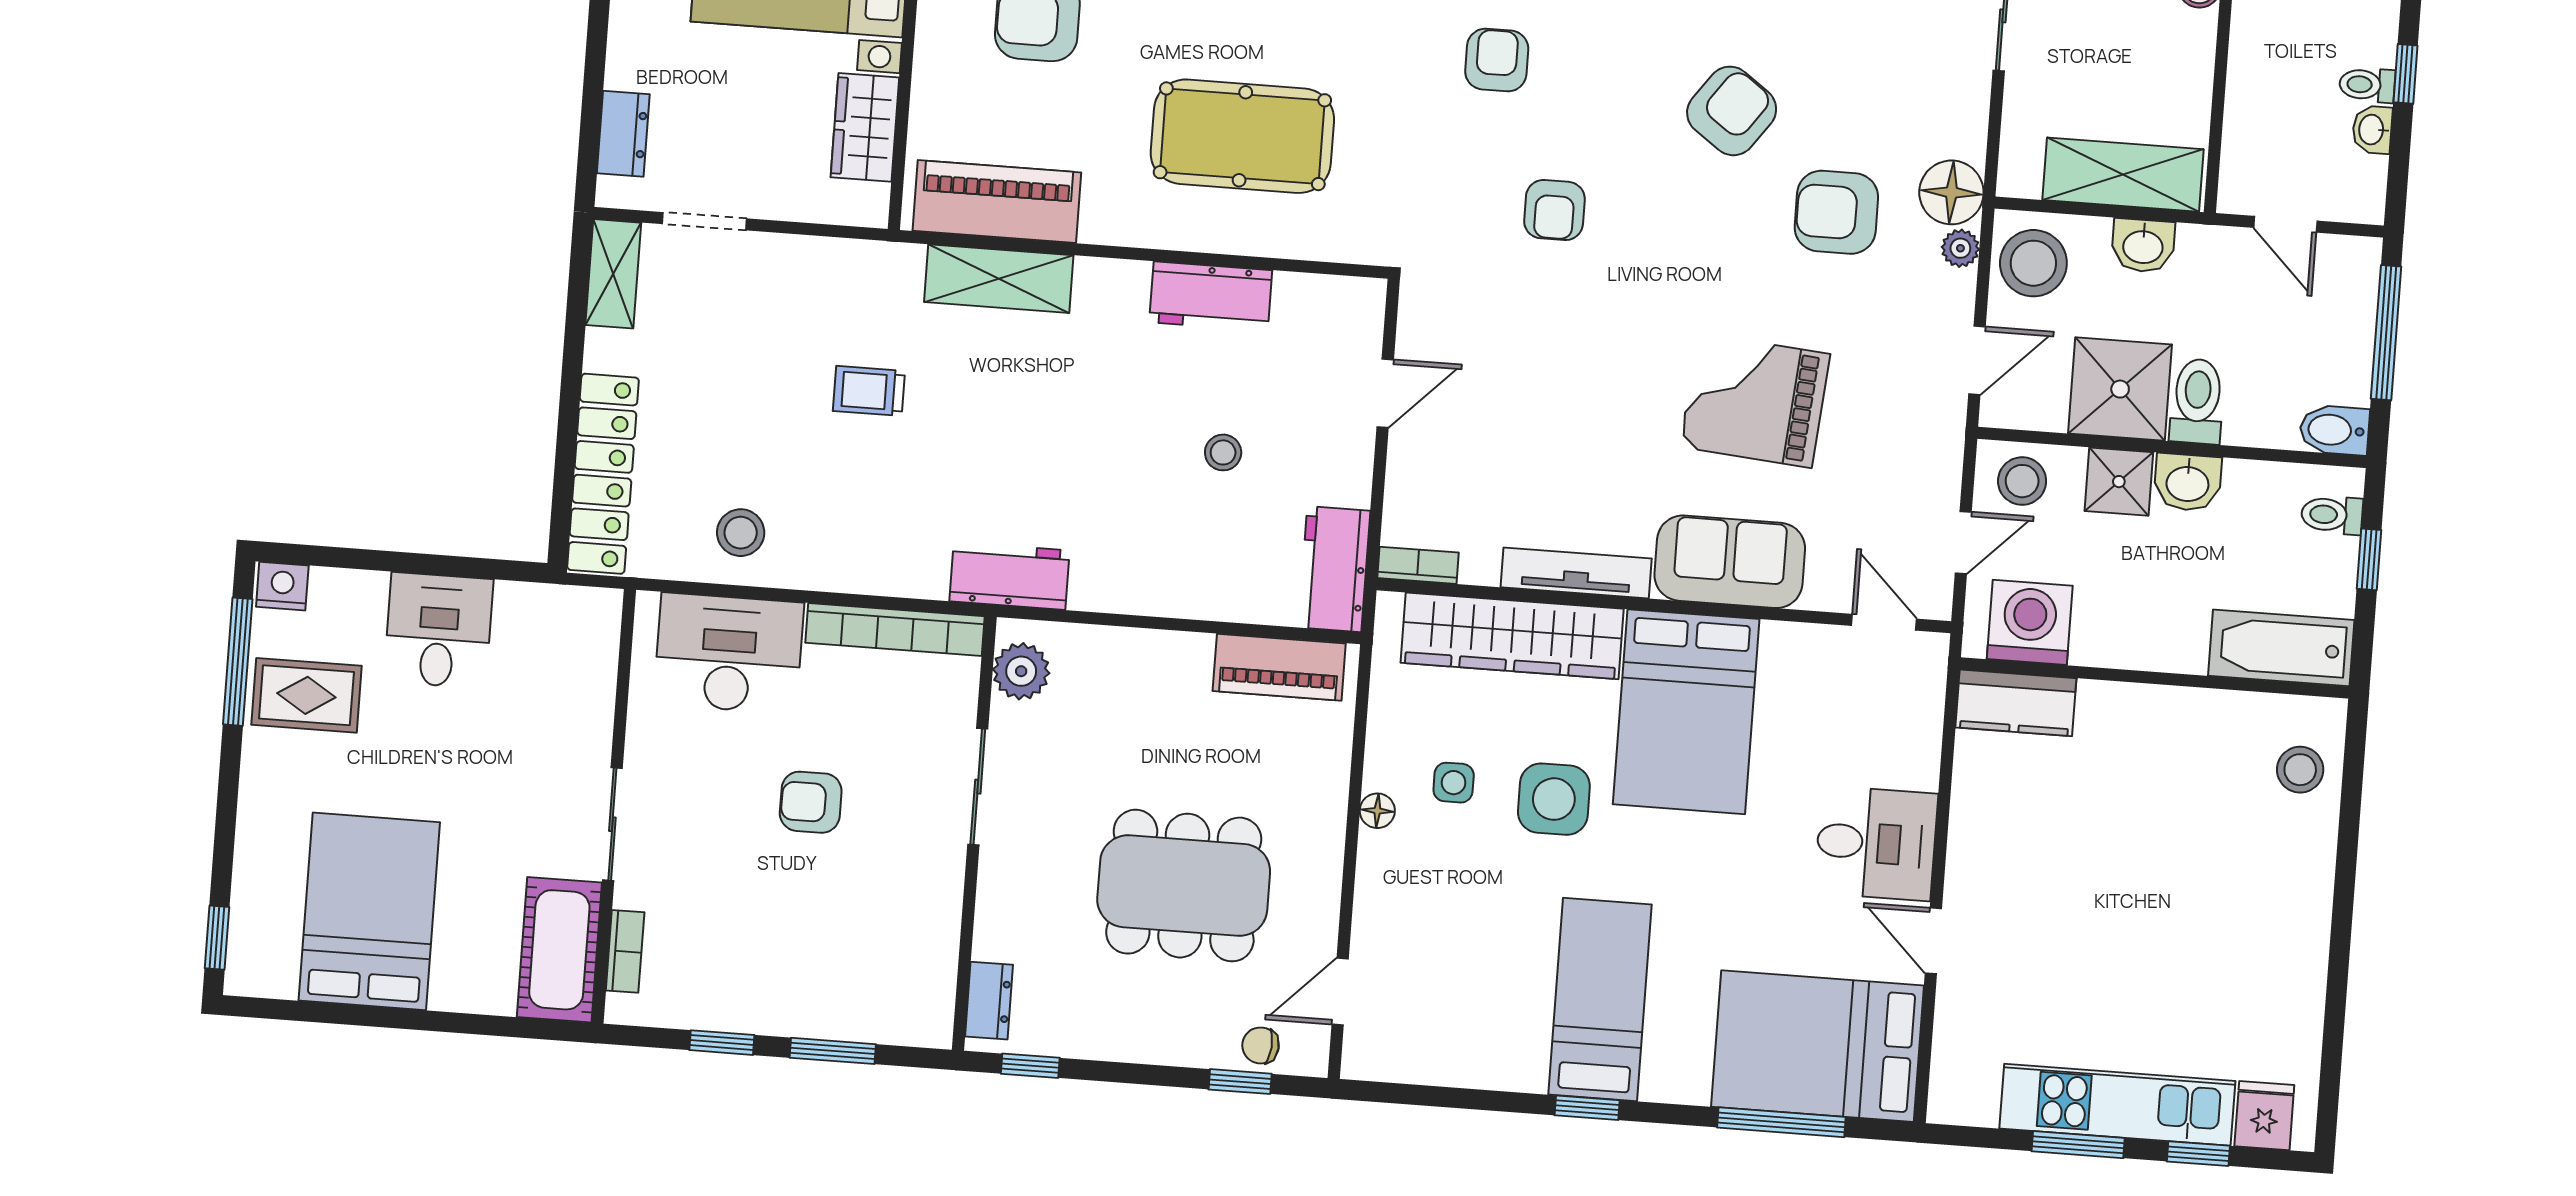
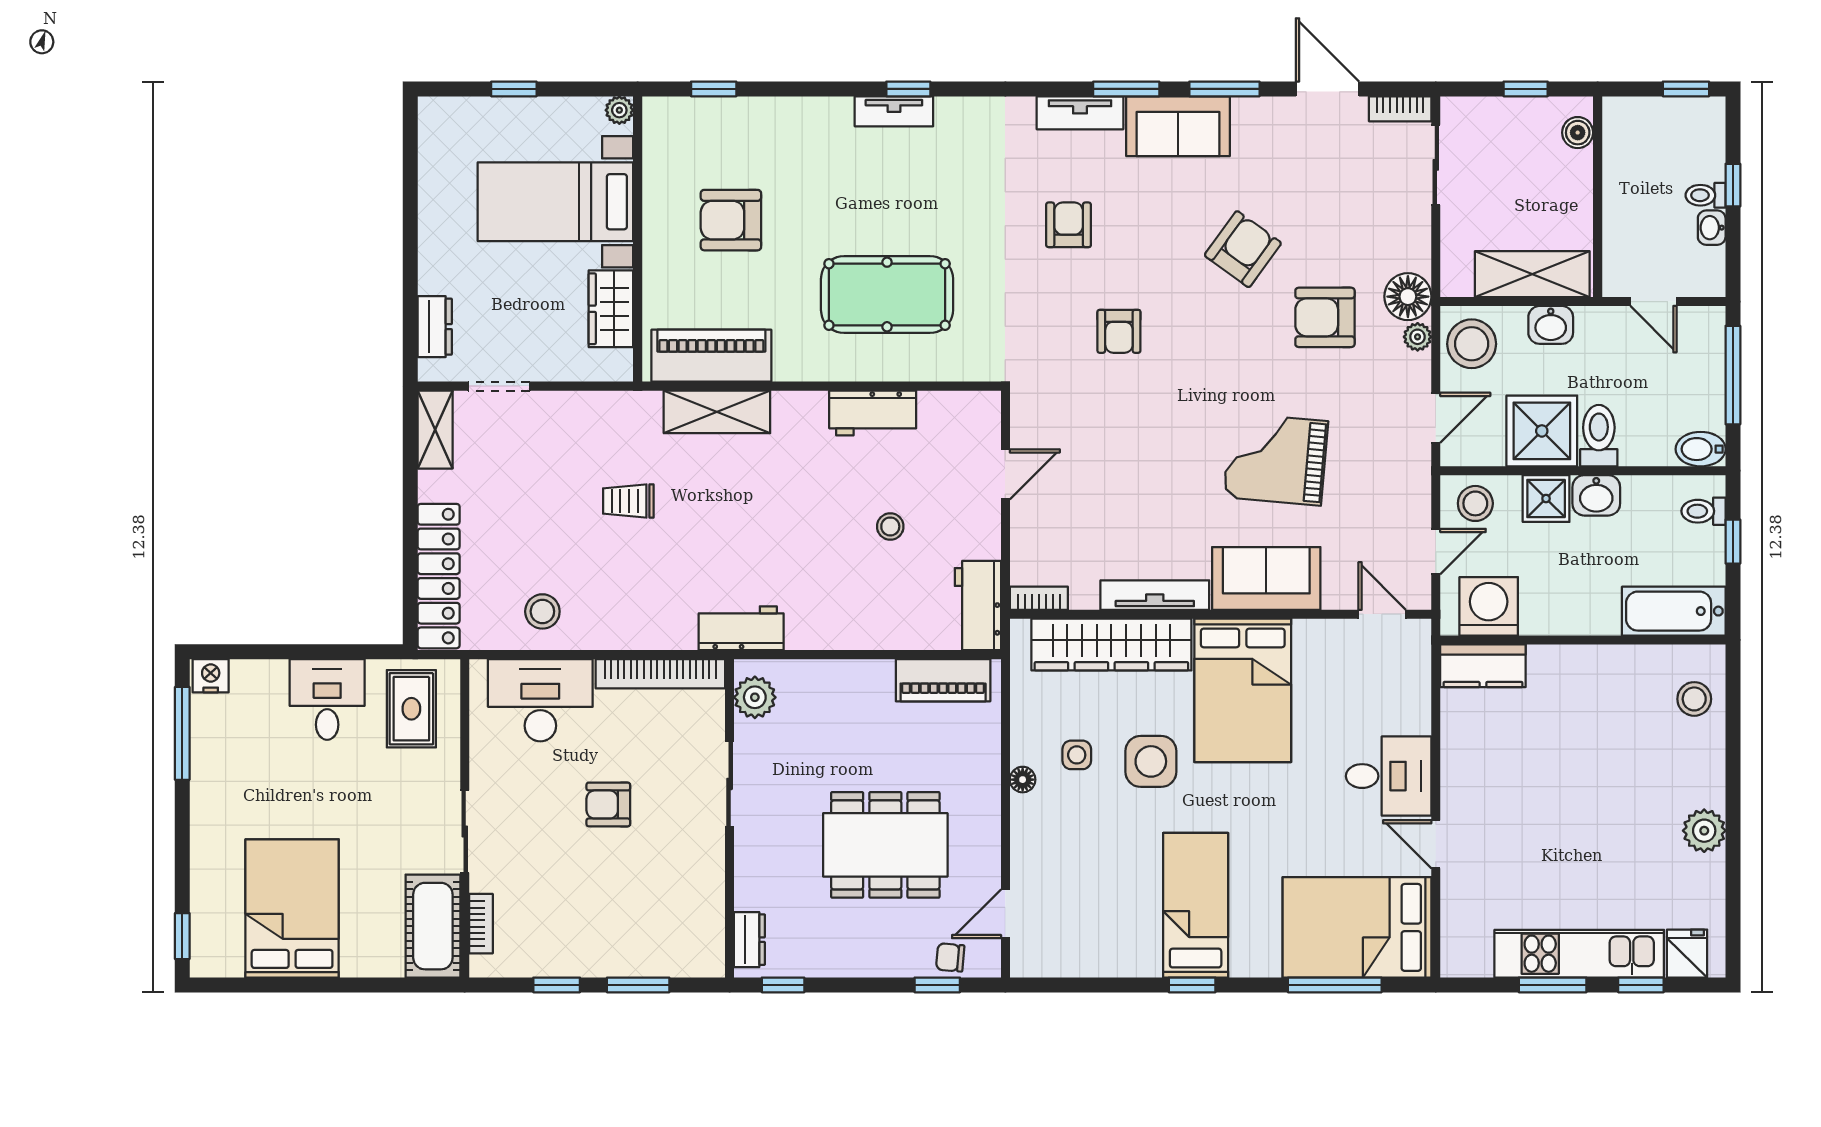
rug: (306, 695) -> (411, 709), moved, turned 90
plant: (2300, 950) -> (1704, 831), added

